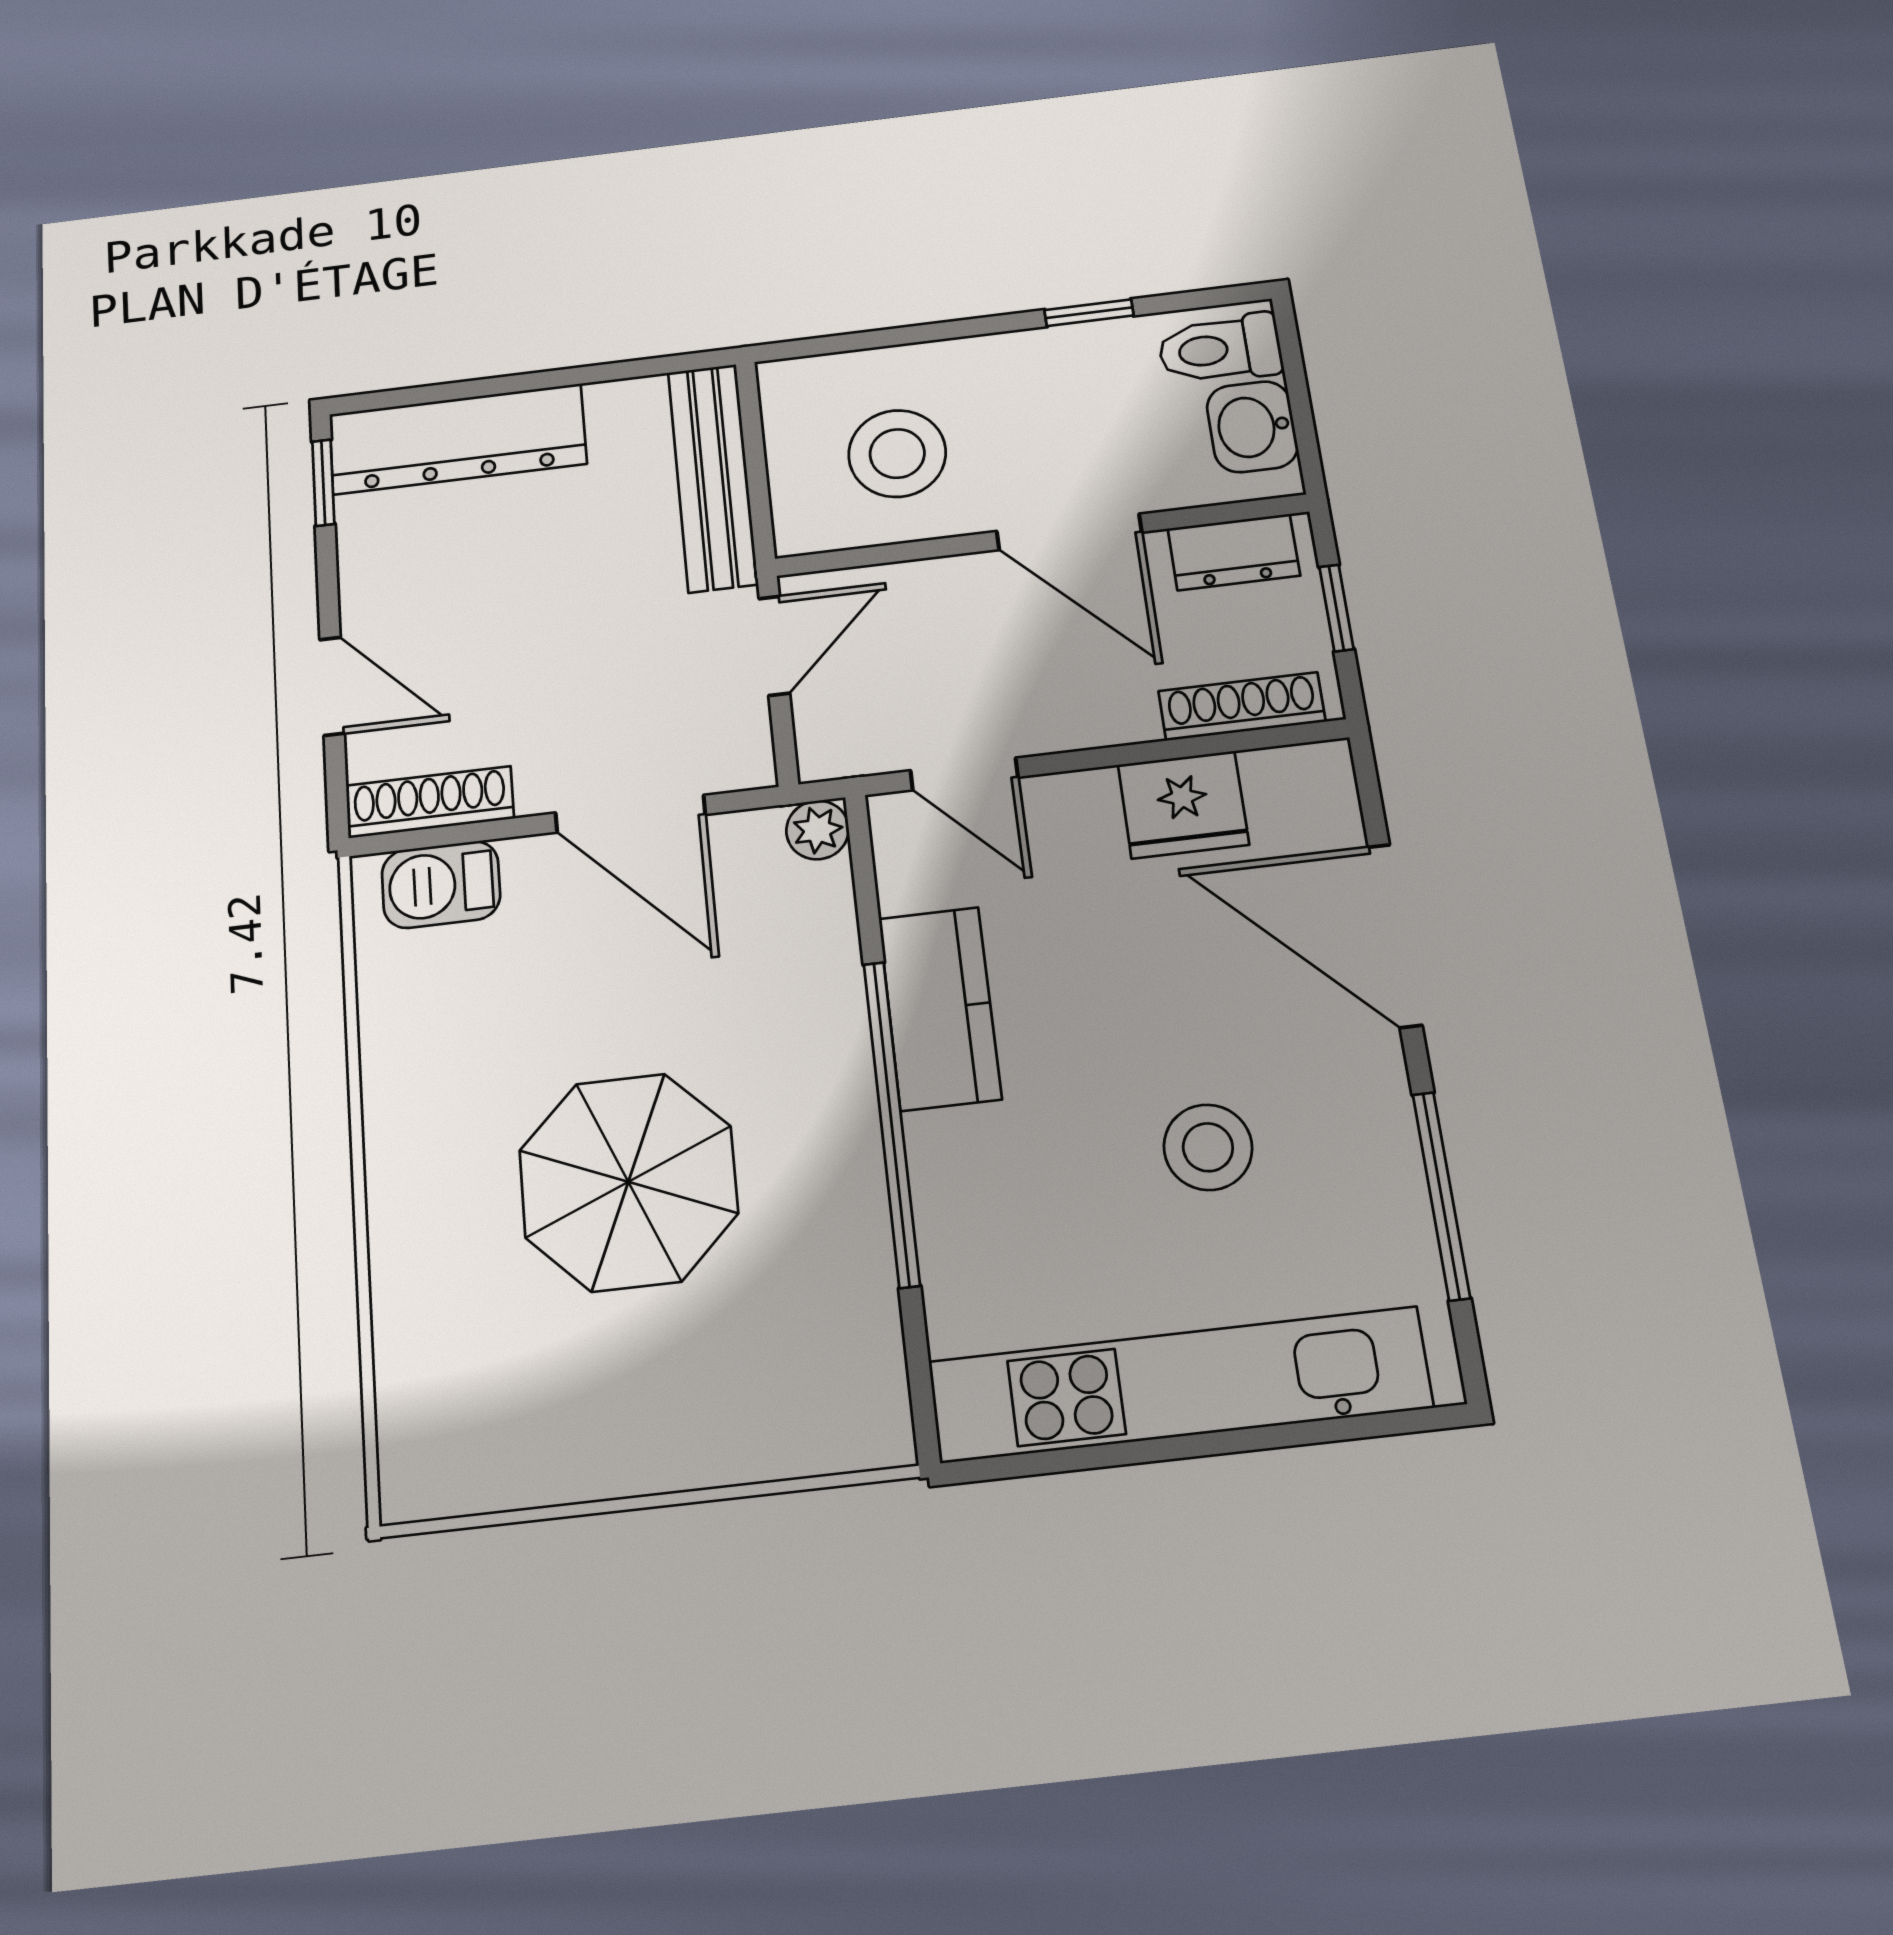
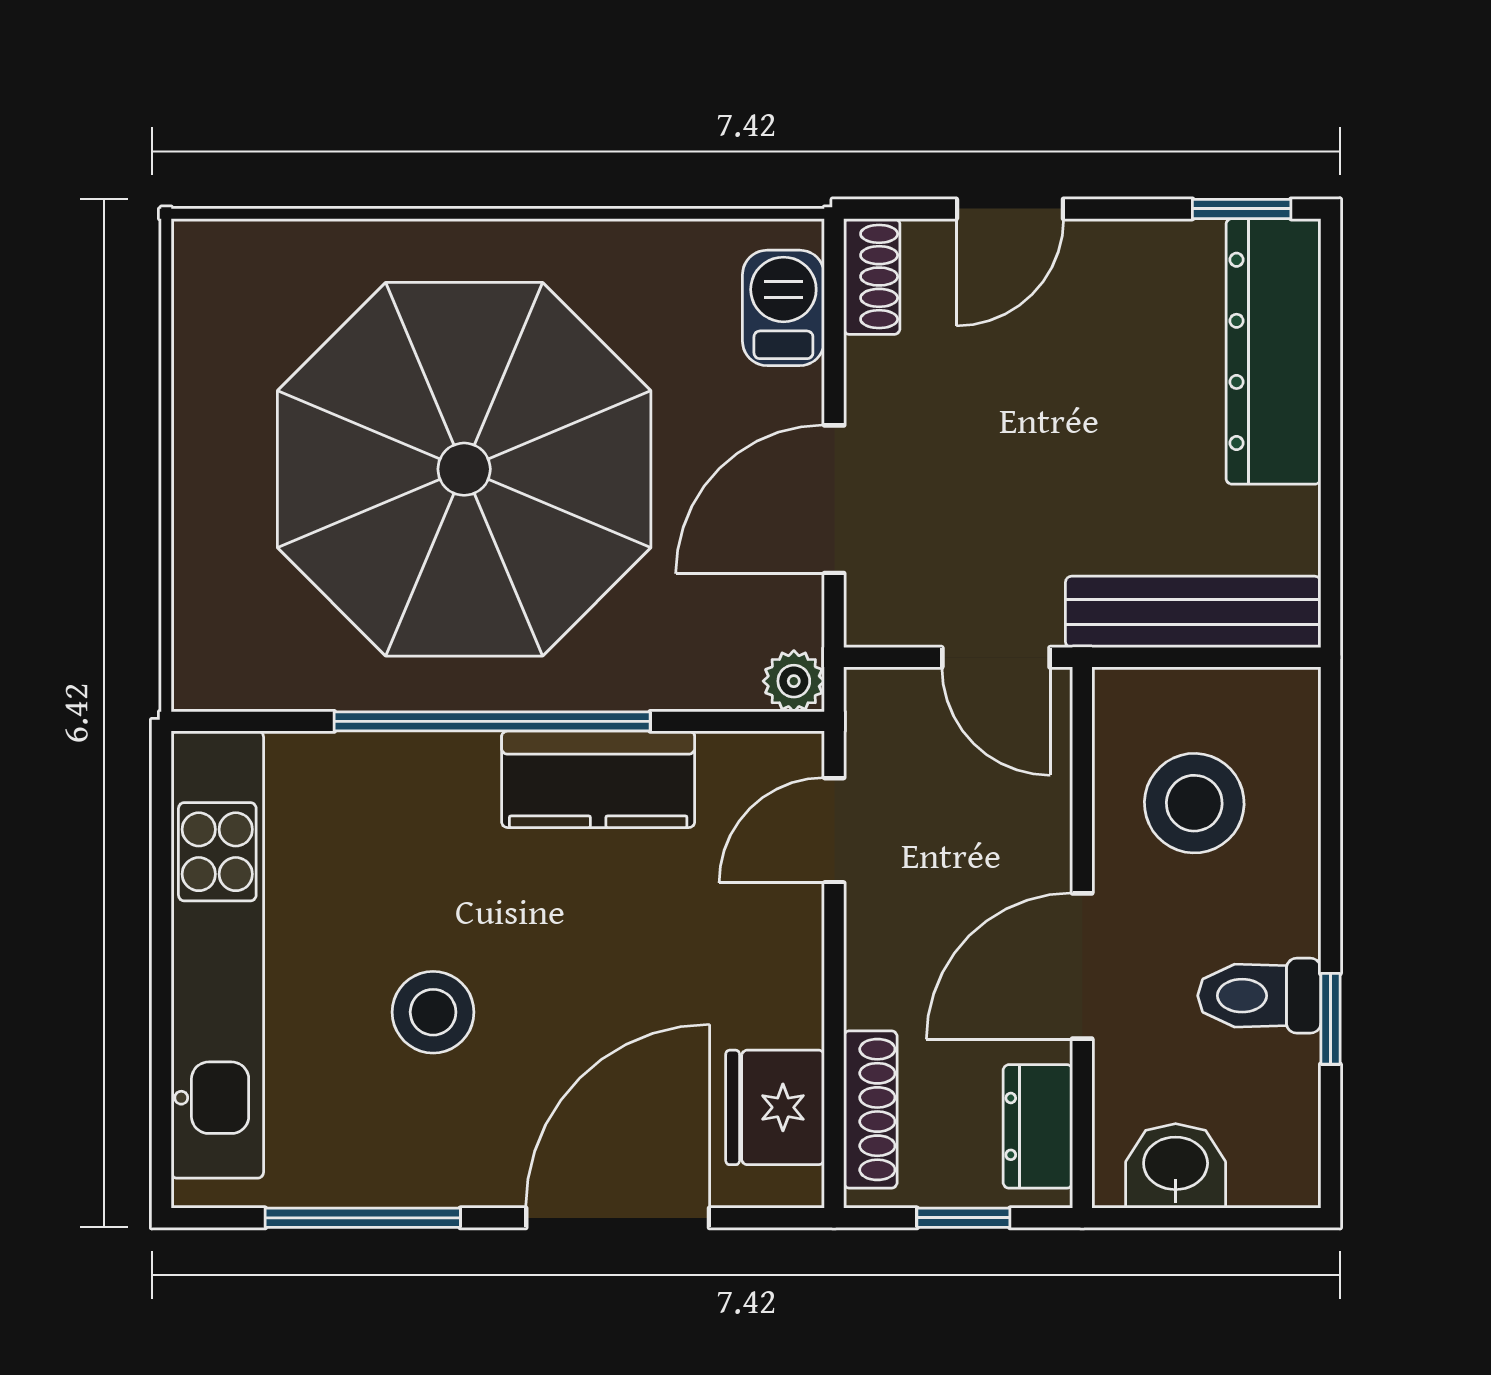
toilet: (1220, 349) -> (1259, 996), moved, turned -90
shoe rack: (430, 802) -> (872, 277), width x0.70
fridge: (1183, 805) -> (775, 1107), moved
parasol: (628, 1182) -> (464, 469), width x1.86, depth x1.86

